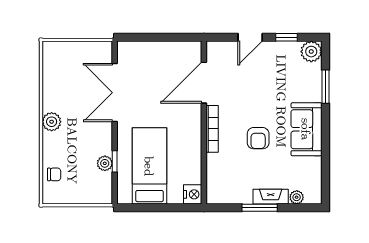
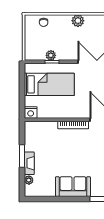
armchair: (258, 138) -> (67, 155), removed

